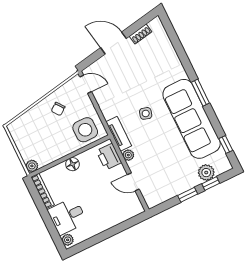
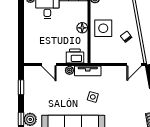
side table: (85, 130) -> (103, 28), moved
door: (133, 182) -> (49, 65), swing flipped
window: (188, 195) -> (21, 87), moved

